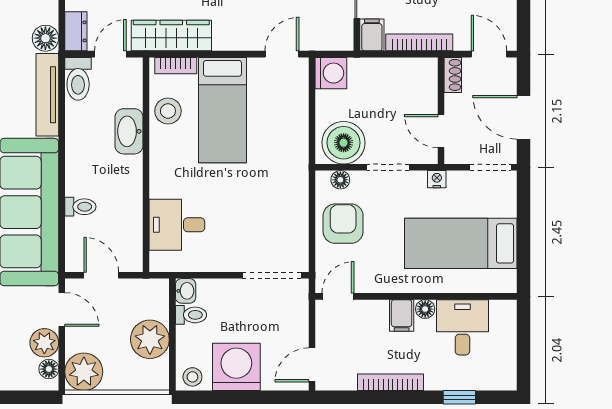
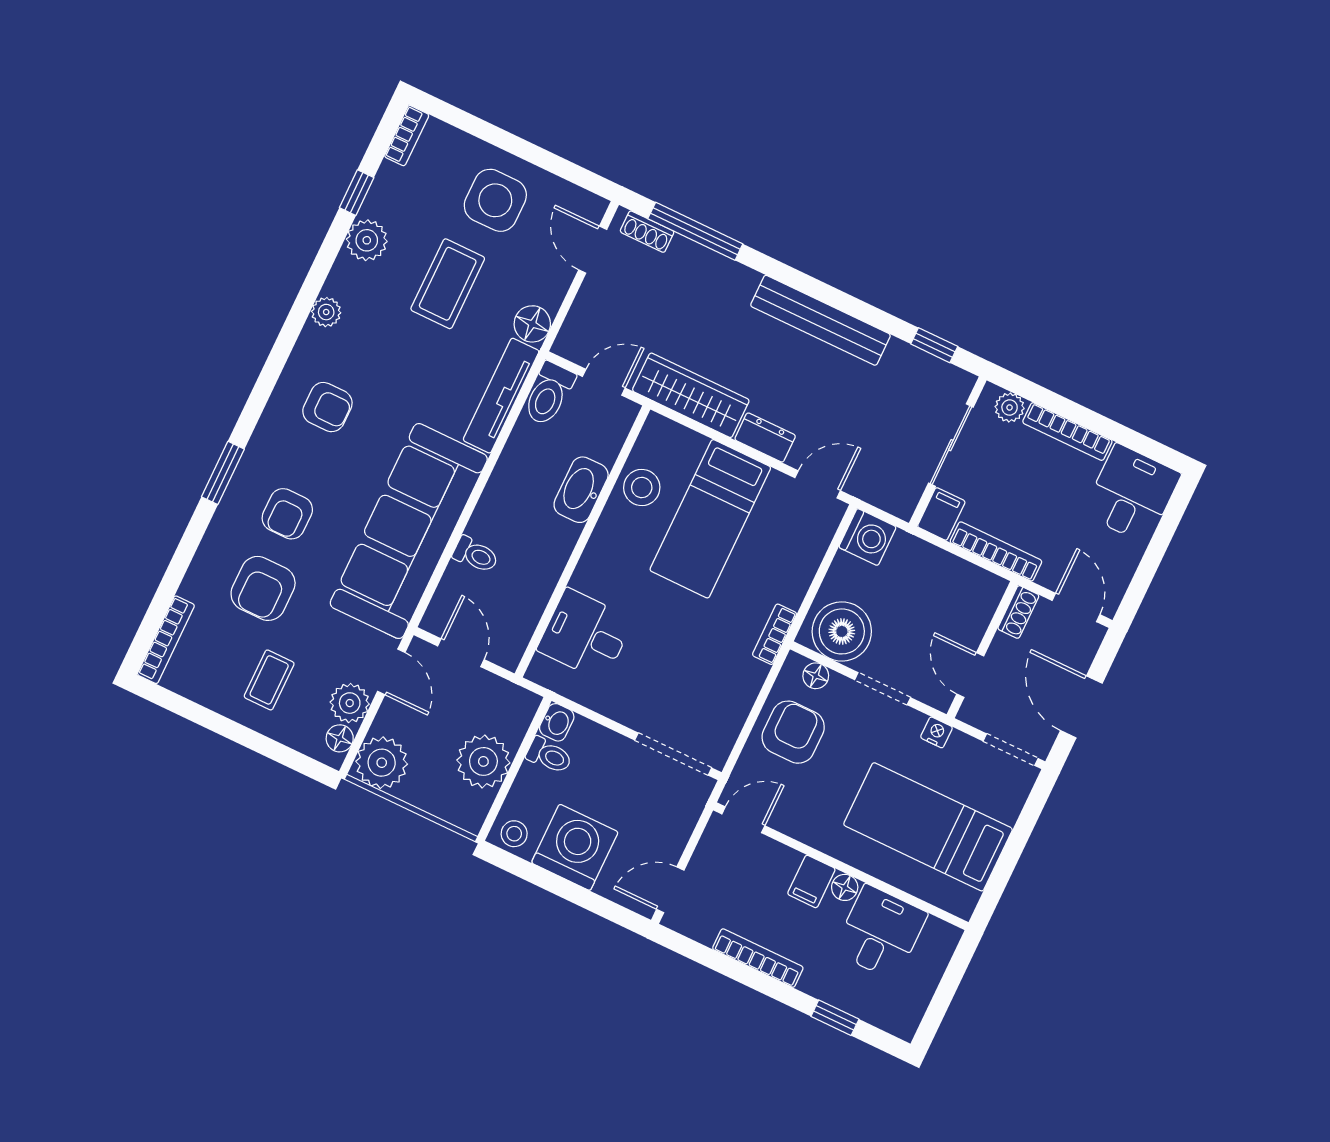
dresser: (76, 31) -> (765, 438), moved, turned -90
bookcase: (176, 66) -> (775, 634), moved, turned 90

